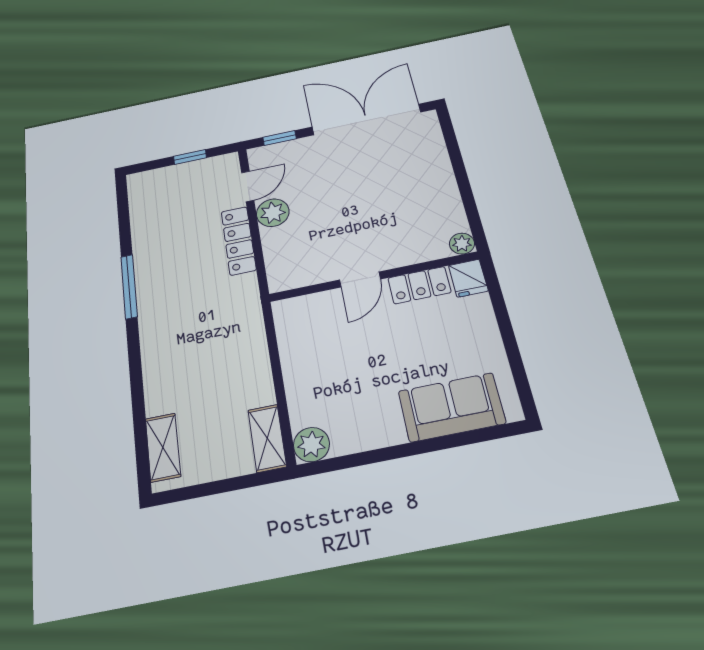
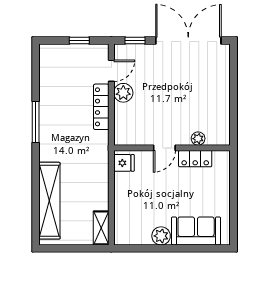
plant: (462, 244) -> (198, 139), moved
fridge: (468, 278) -> (124, 163), moved, turned -90
plant: (311, 445) -> (161, 236), moved
shelving: (163, 447) -> (49, 201), width x2.20, depth x1.33

